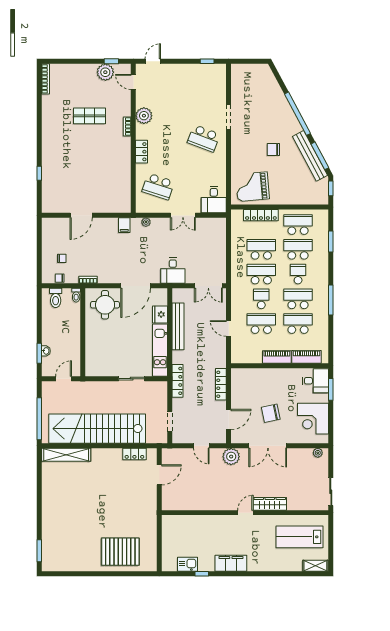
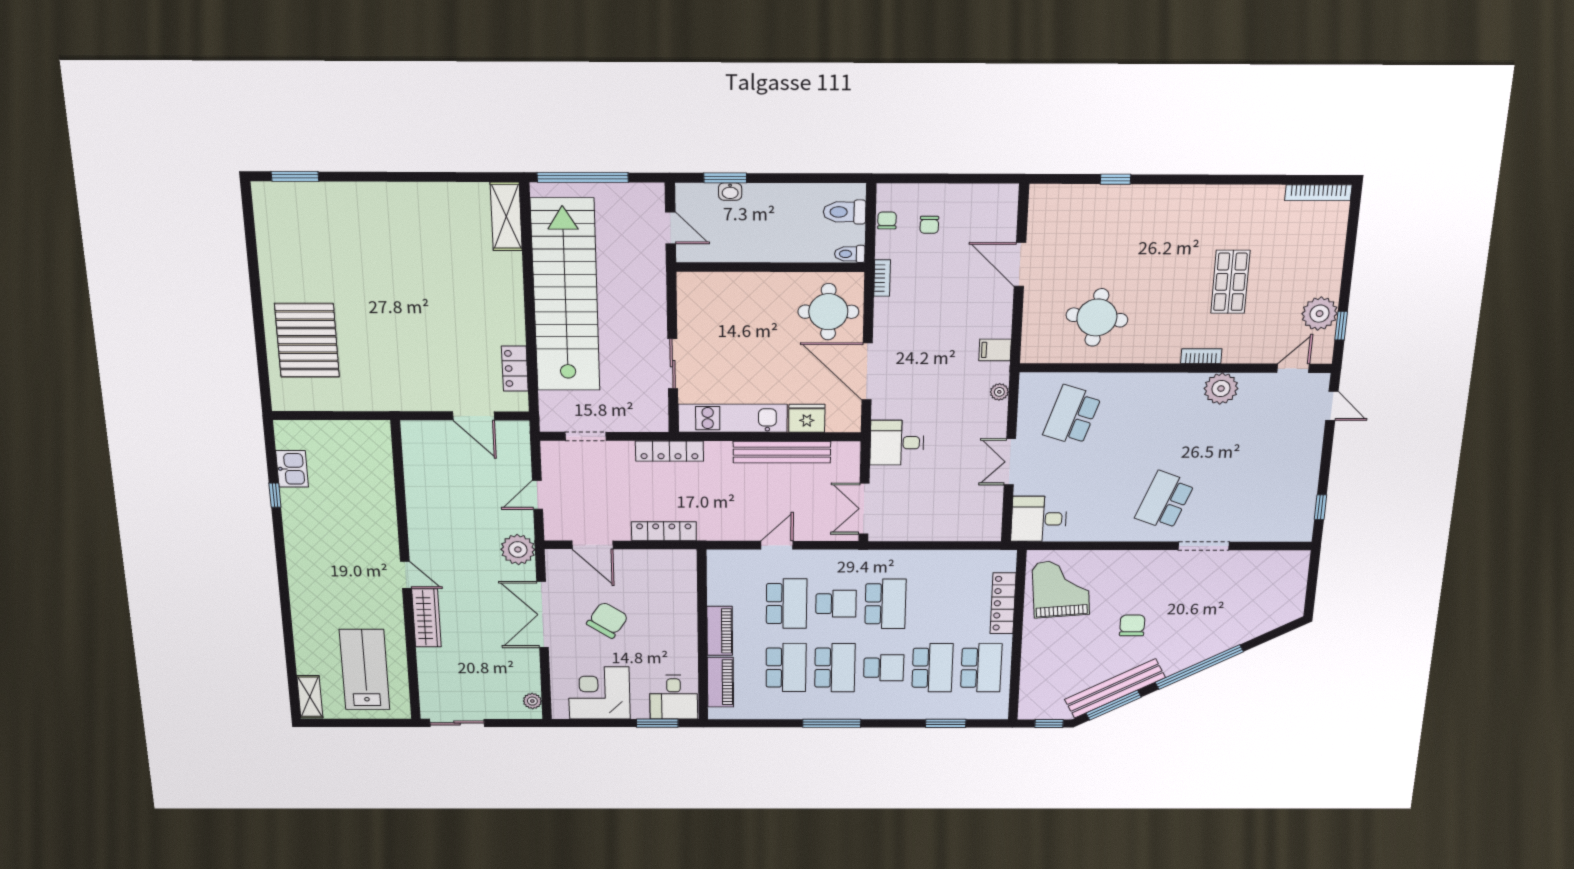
locker: (142, 152) -> (1146, 384), removed
round table: (108, 178) -> (1097, 317), added
school desk: (261, 249) -> (935, 604), removed
chair: (271, 413) -> (607, 620), turned 45
shelving: (66, 455) -> (506, 217), width x0.68
filing cabinet: (231, 563) -> (301, 549), removed

